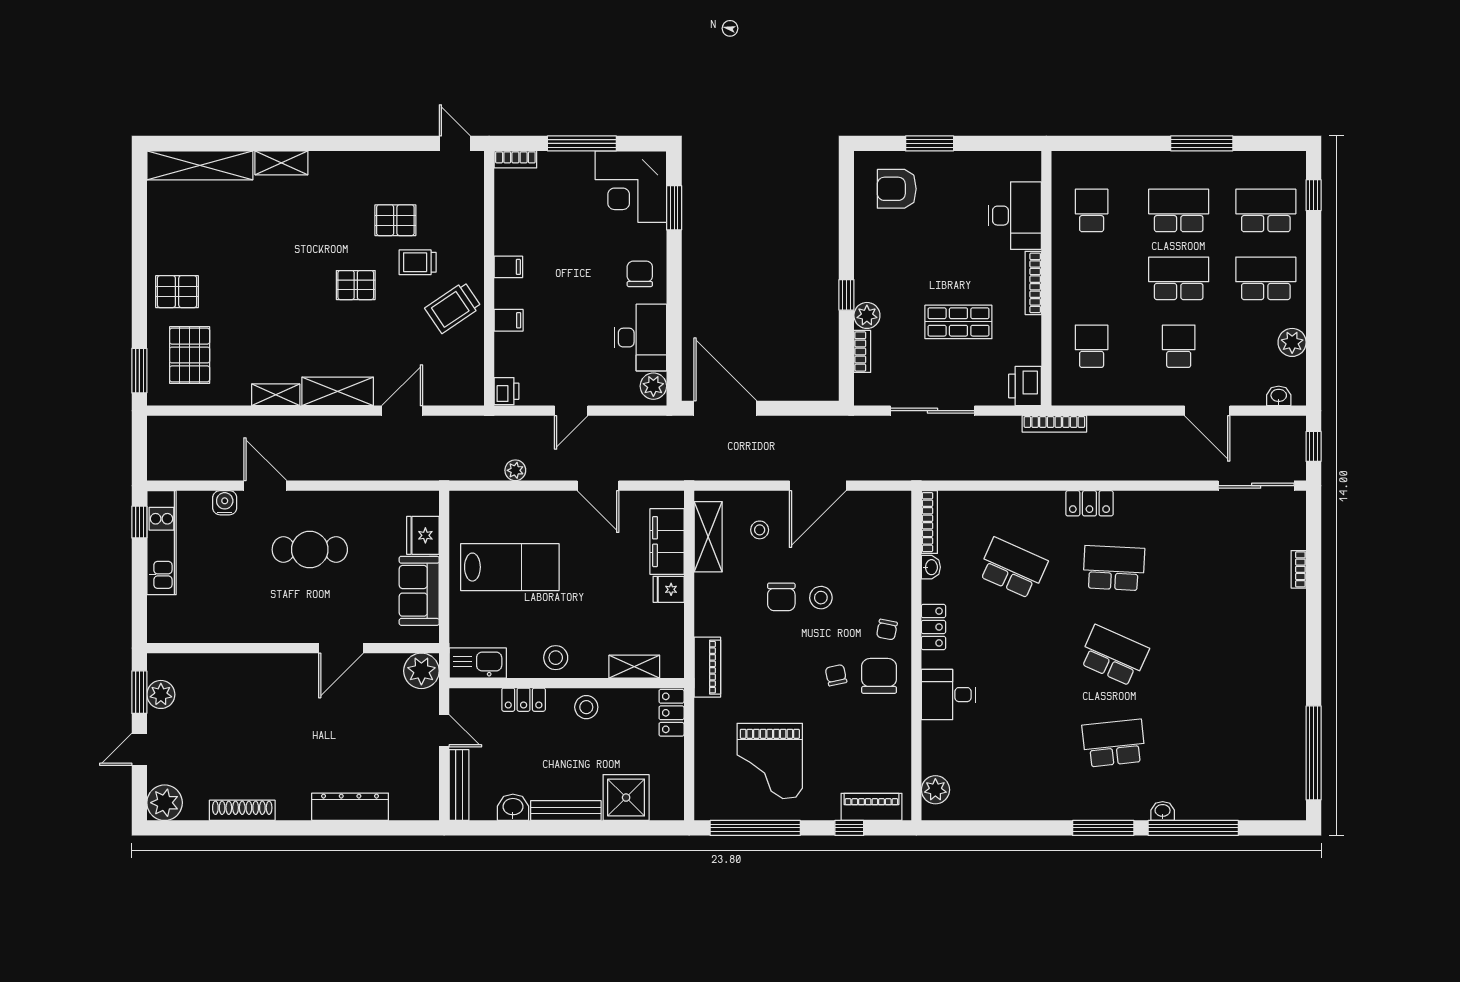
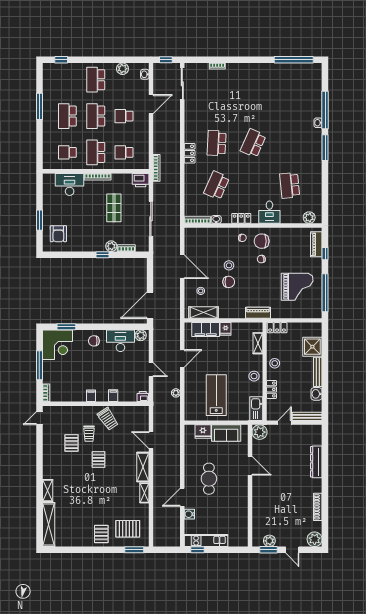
school desk: (1266, 210) -> (96, 152), moved
school desk: (1114, 743) -> (290, 185), moved

